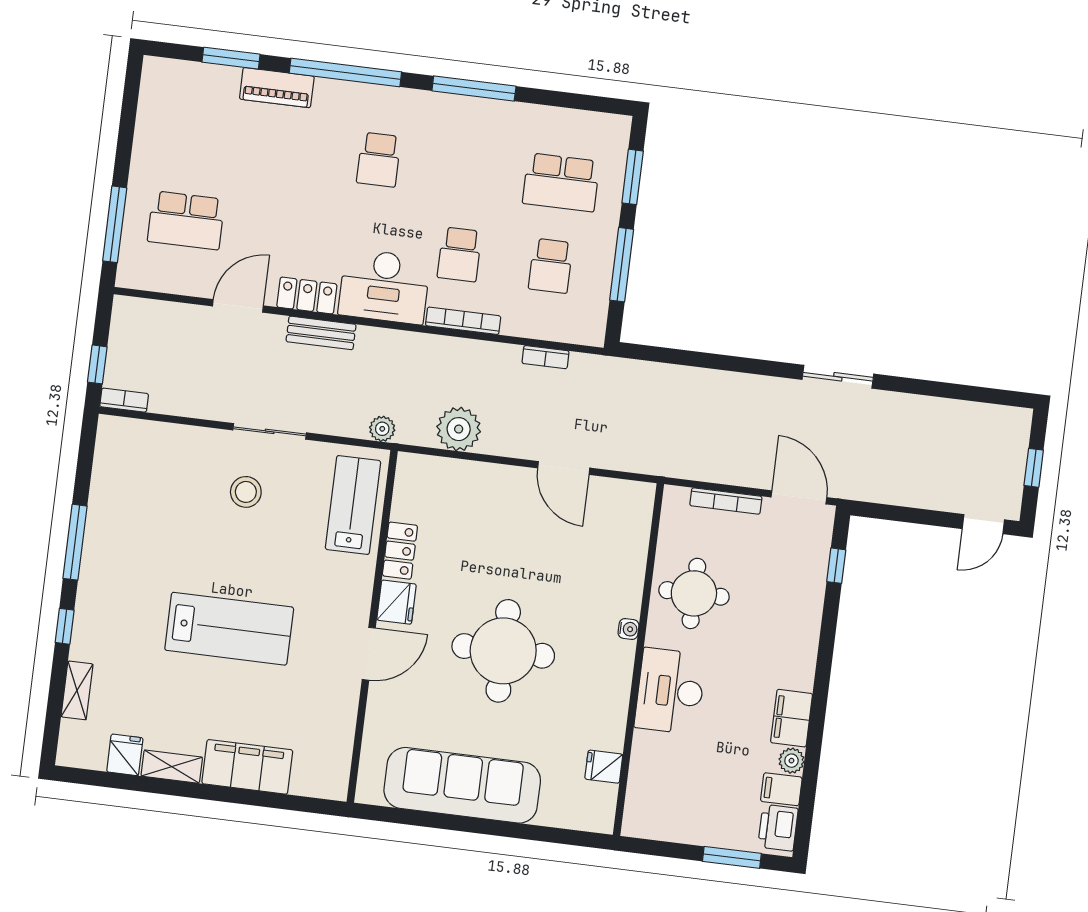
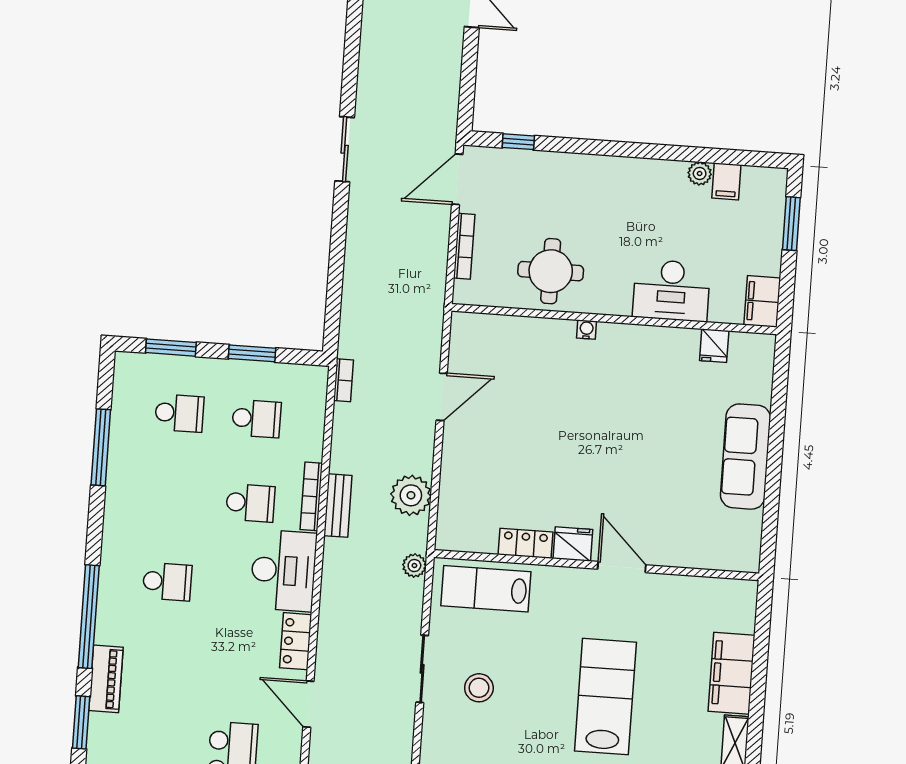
window: (474, 88) -> (101, 447), moved
school desk: (561, 182) -> (179, 413), width x0.54
window: (622, 265) -> (252, 353), width x0.69
bench: (321, 333) -> (338, 506), moved
bookcase: (546, 357) -> (343, 380), moved
round table: (503, 651) -> (613, 444), removed
desk: (670, 691) -> (671, 290), moved
filing cabinet: (792, 718) -> (762, 301), moved, turned 90
sofa: (462, 785) -> (745, 457), width x0.74, depth x0.79
printer: (778, 828) -> (762, 183), removed

